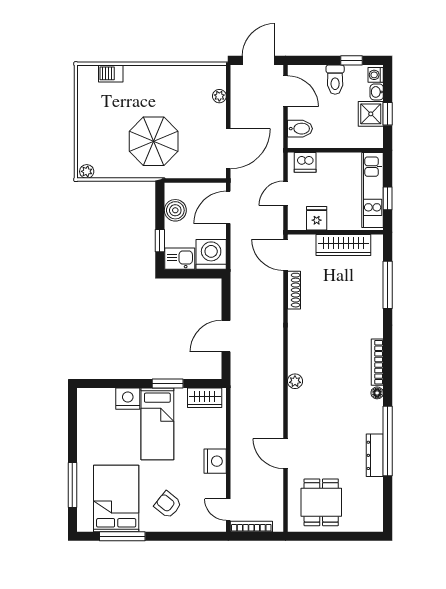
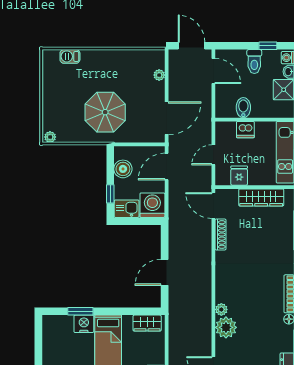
door: (259, 60) -> (191, 46), hinge flipped
bidet: (300, 129) -> (243, 108), moved, turned -90
dishwasher: (305, 162) -> (245, 130), moved
window: (168, 383) -> (80, 311), moved
plant: (301, 403) -> (226, 327), added

